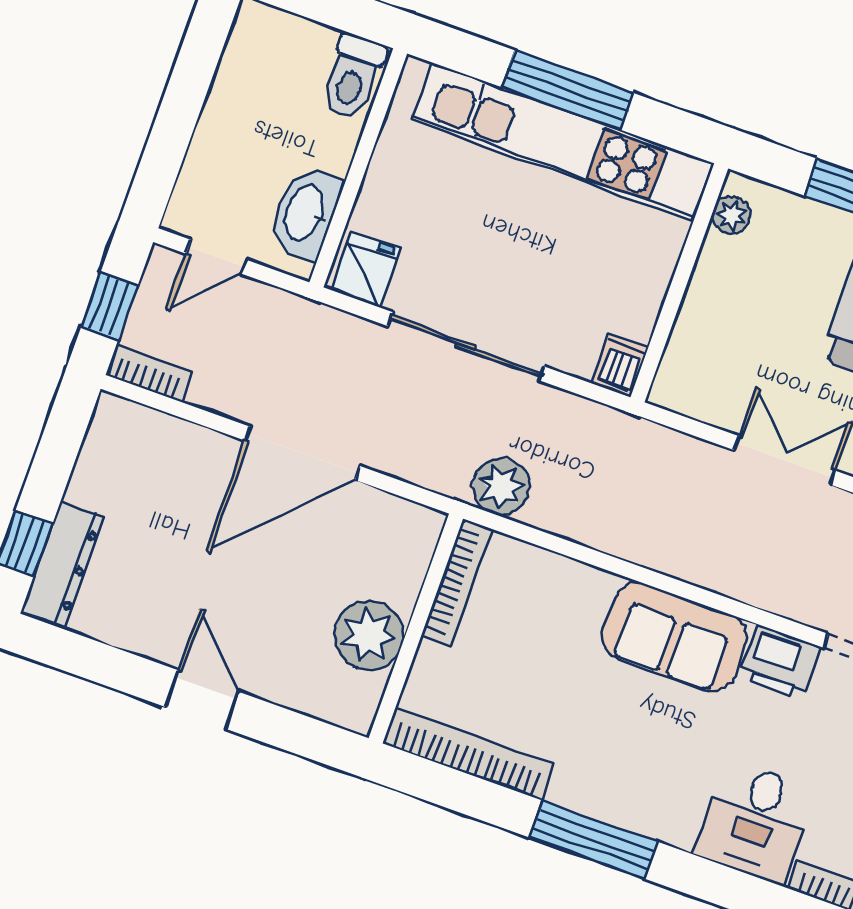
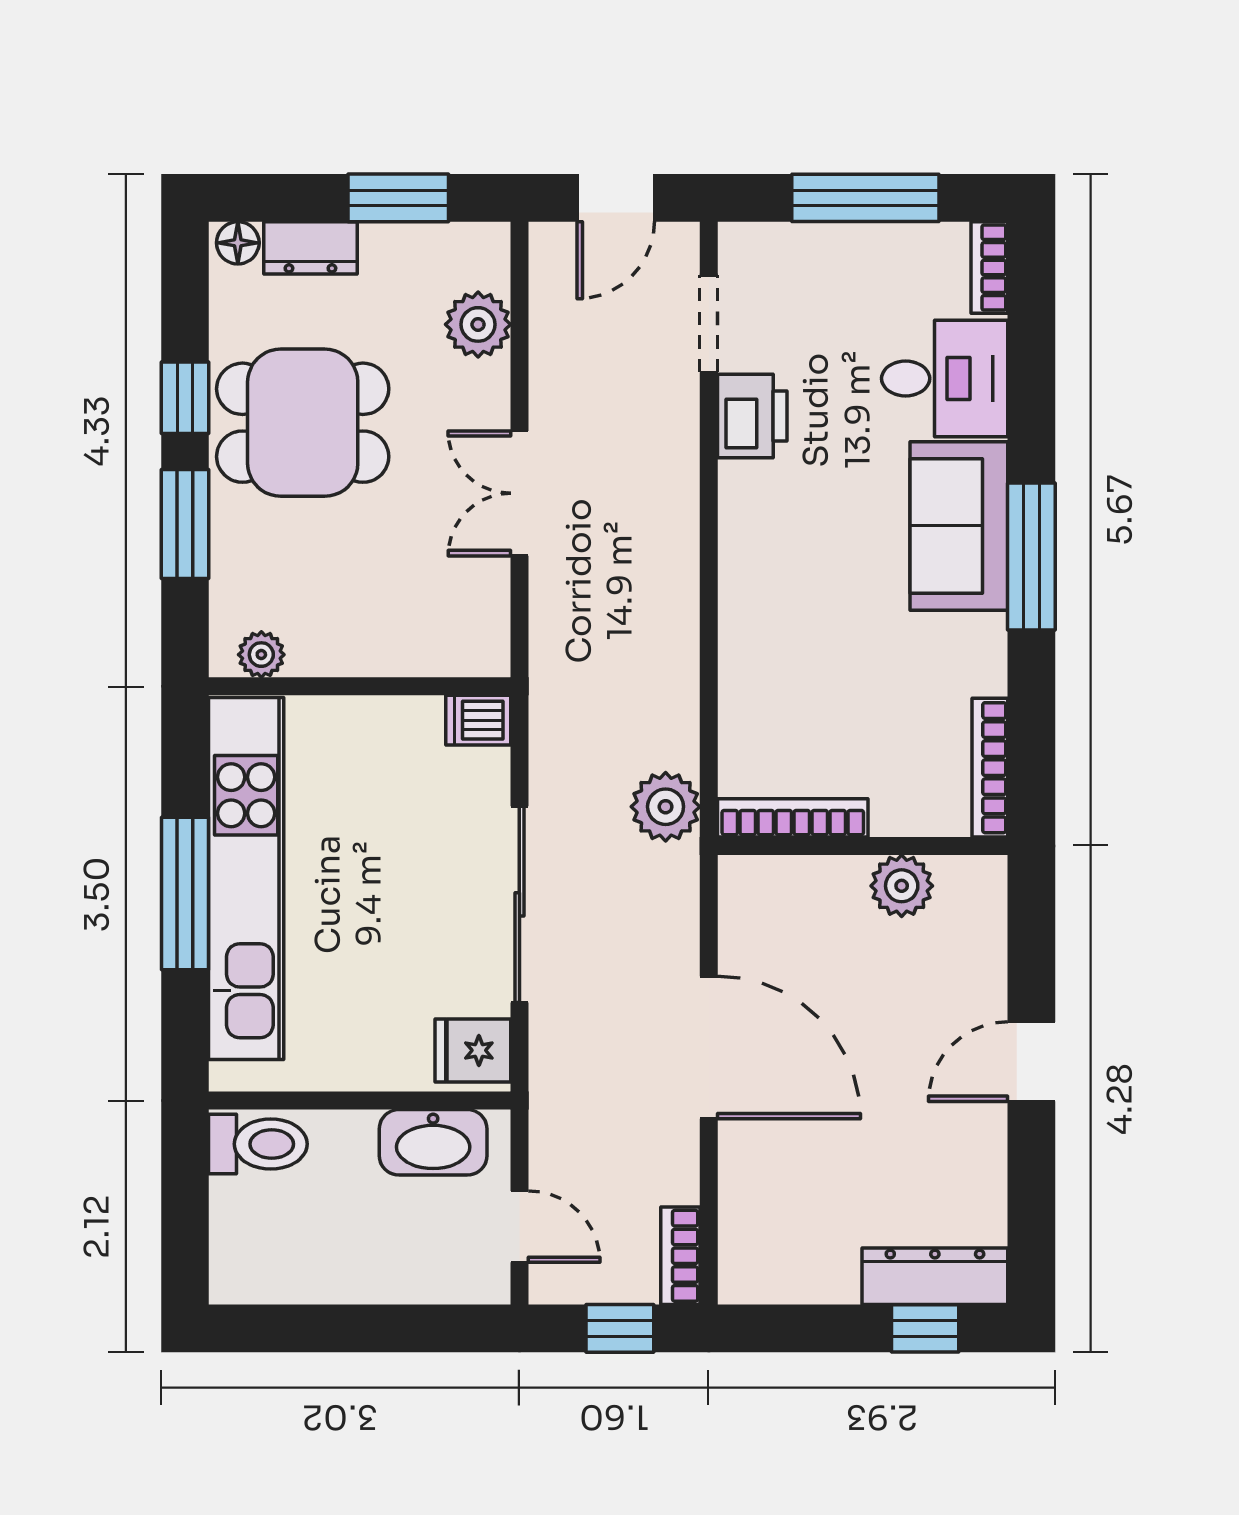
plant: (369, 636) -> (902, 886), width x0.73, depth x0.73
sofa: (675, 637) -> (959, 526), moved, turned 180
bookcase: (469, 754) -> (990, 768), width x0.68, depth x0.76

